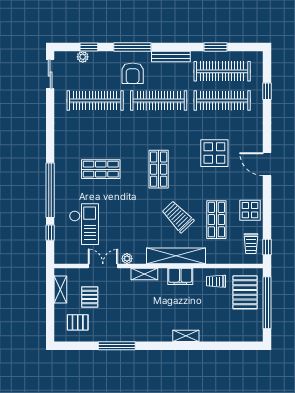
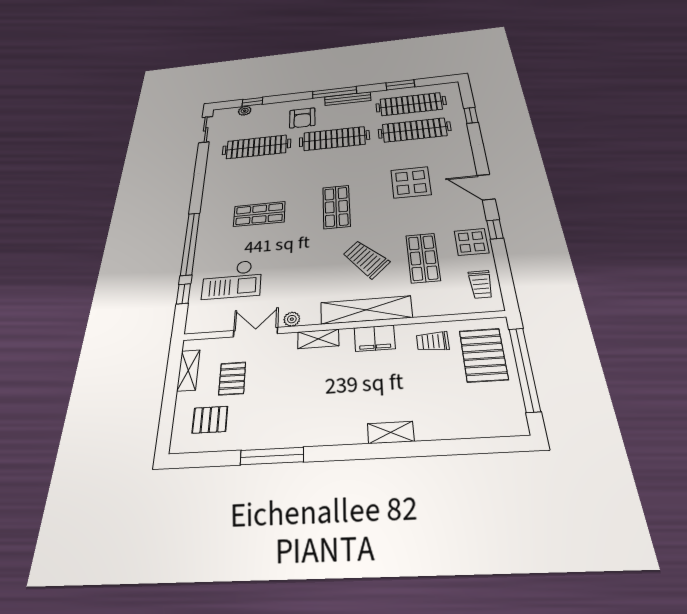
window: (132, 47) -> (335, 92), moved
checkout: (84, 224) -> (232, 279), turned 90
window: (267, 247) -> (495, 229), moved

